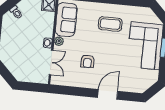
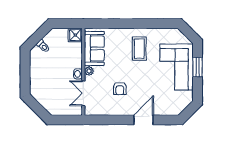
coffee table: (110, 24) -> (139, 49), turned 90
double door: (51, 62) -> (83, 93), swing flipped

